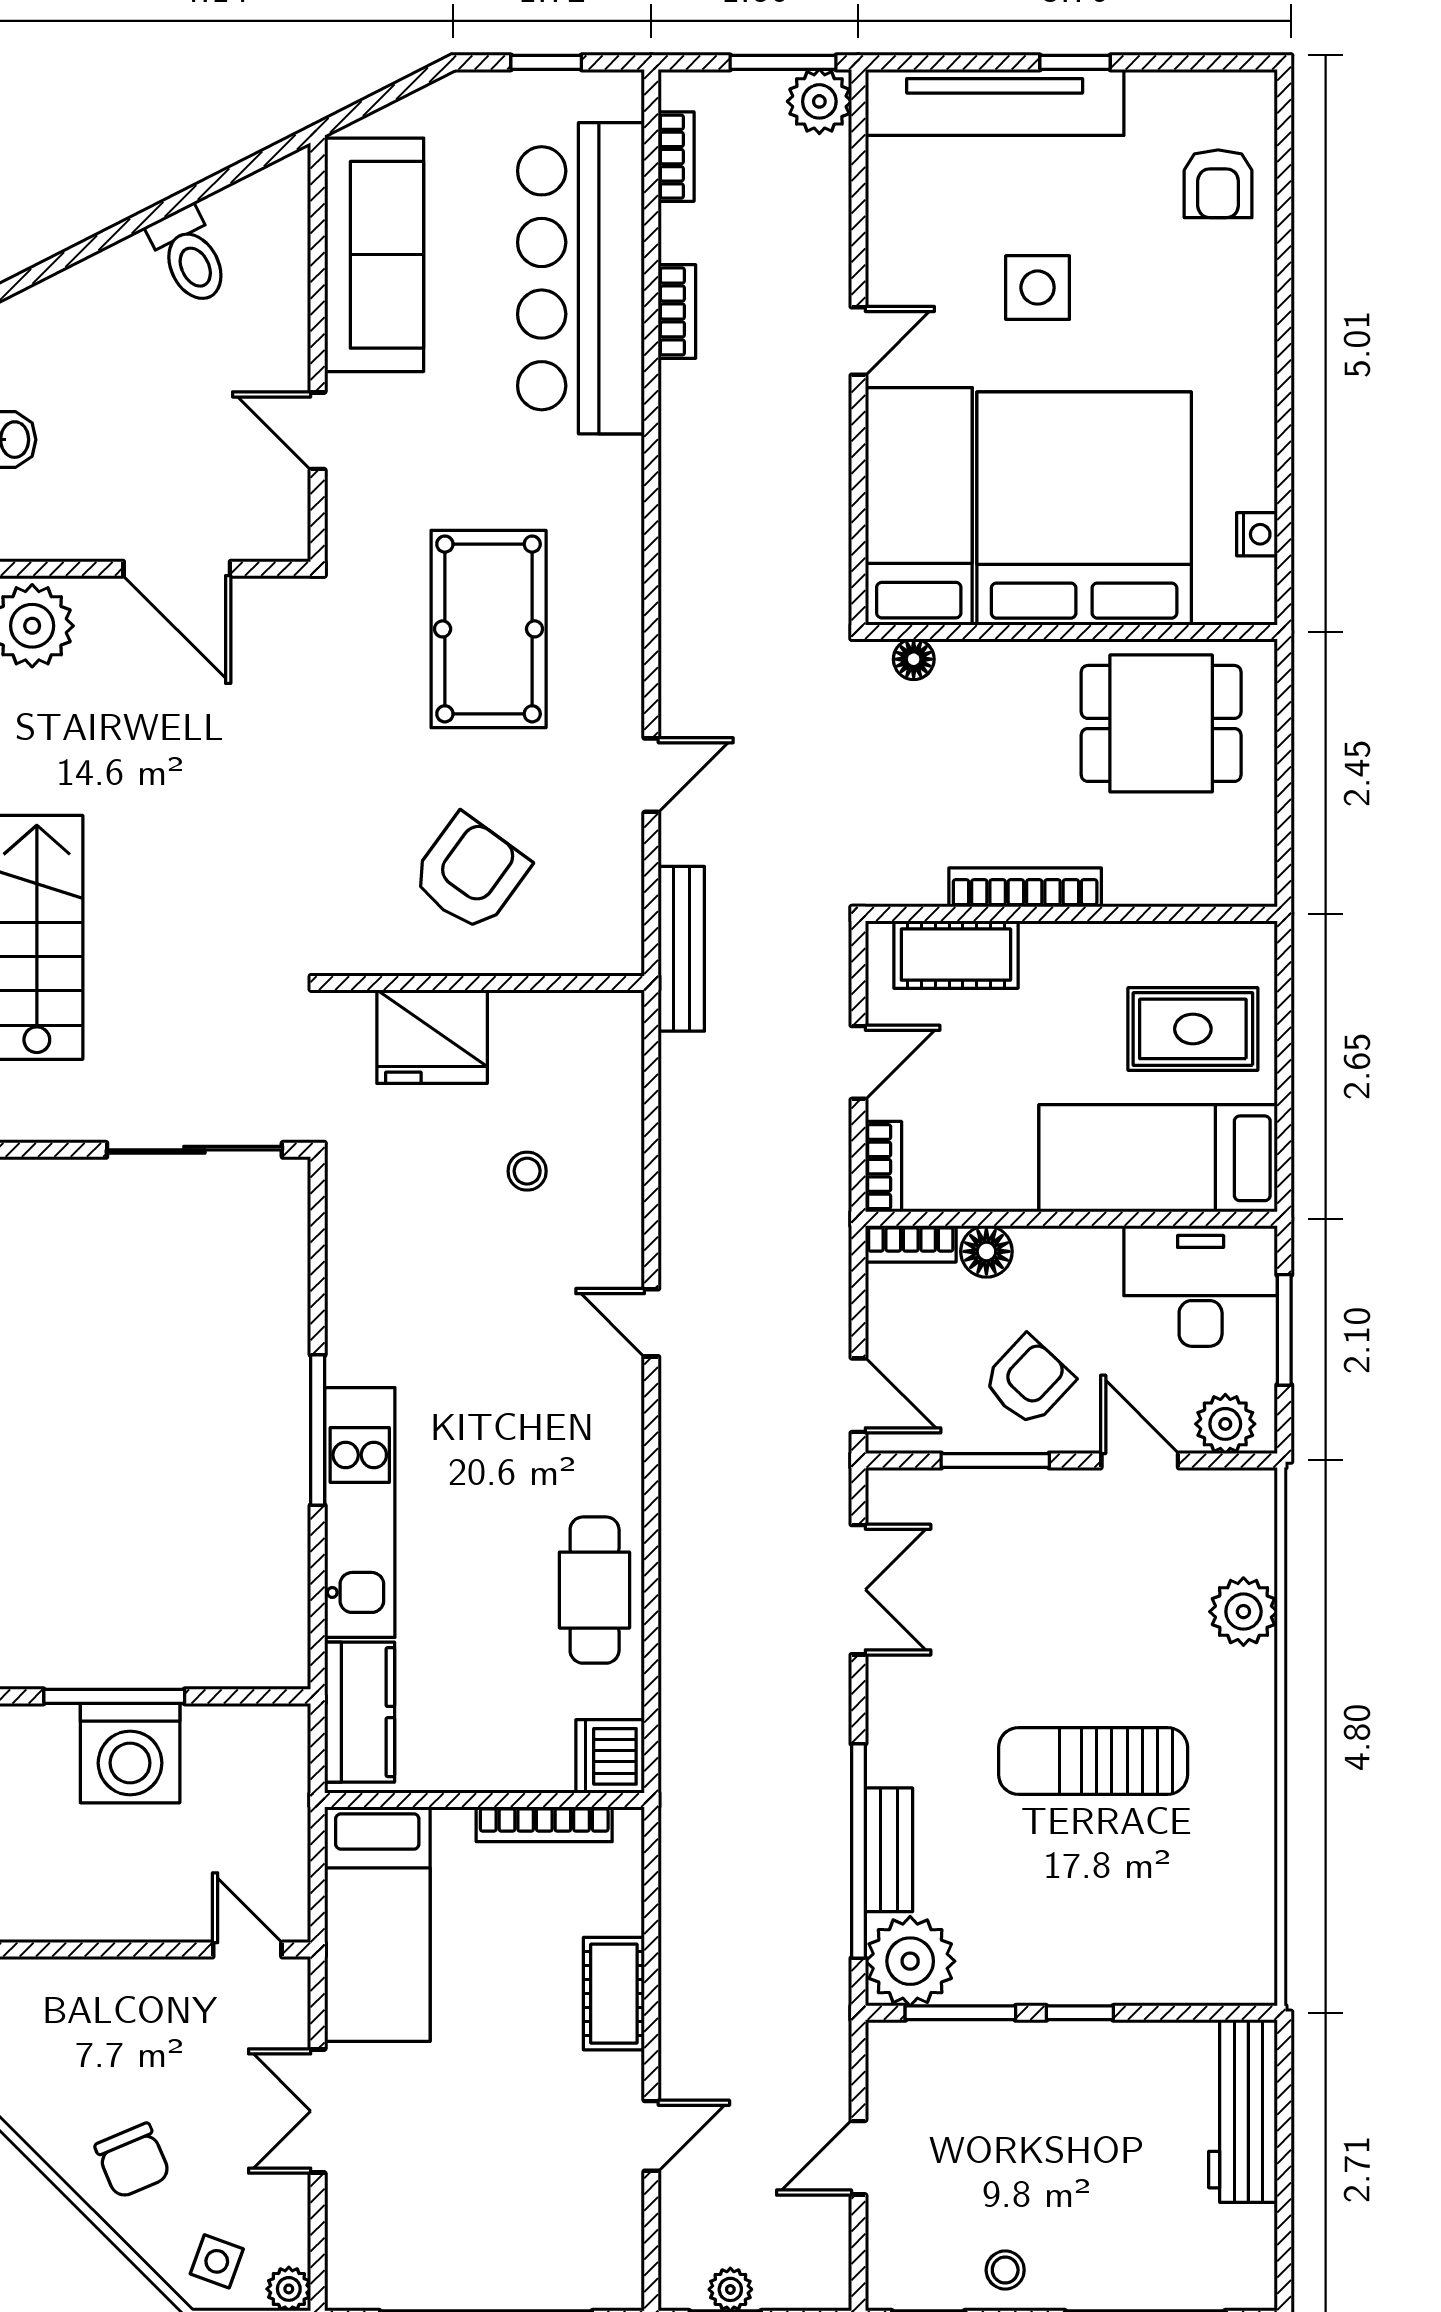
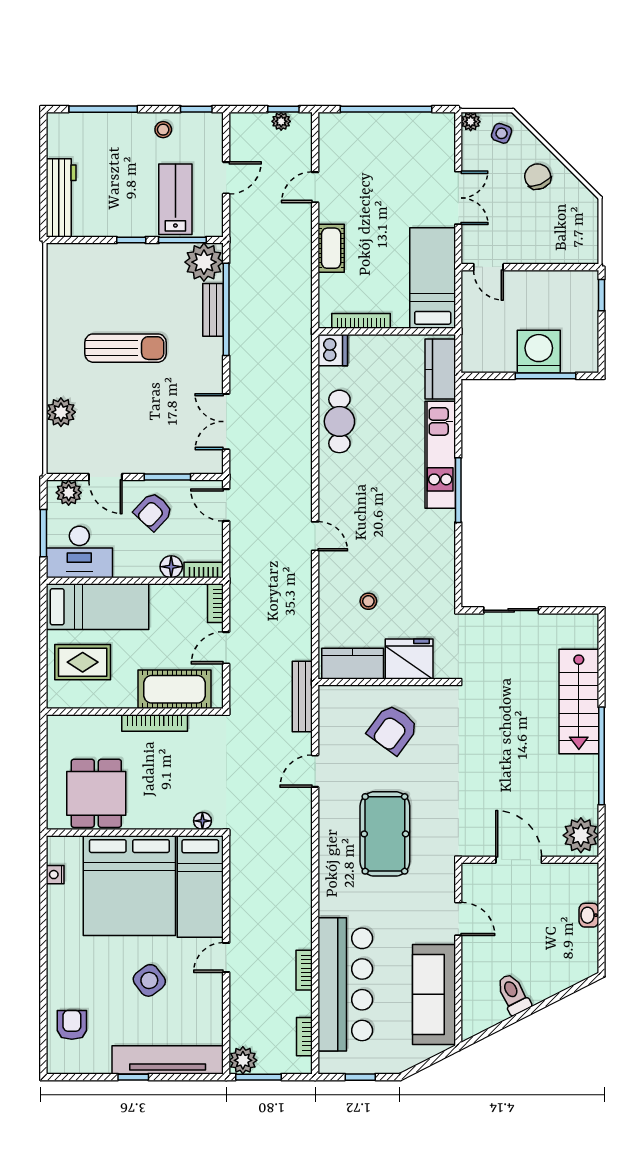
side table: (1038, 288) -> (149, 980), turned -37
dining table: (1161, 723) -> (96, 793), turned 90
cot: (956, 955) -> (175, 689), width x1.37, depth x1.34
kitchen counter: (564, 1026) -> (353, 664), added
sliding door: (194, 1150) -> (511, 610), width x0.73
lab bench: (977, 2108) -> (175, 199), added

